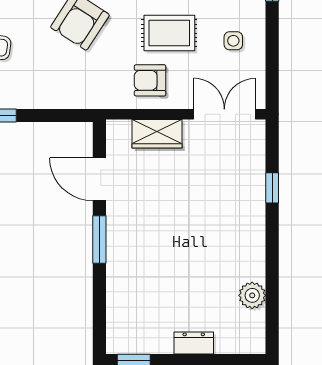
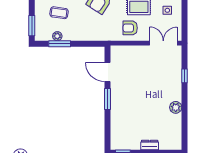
wardrobe: (157, 134) -> (133, 52), removed
plant: (252, 295) -> (176, 107), moved

